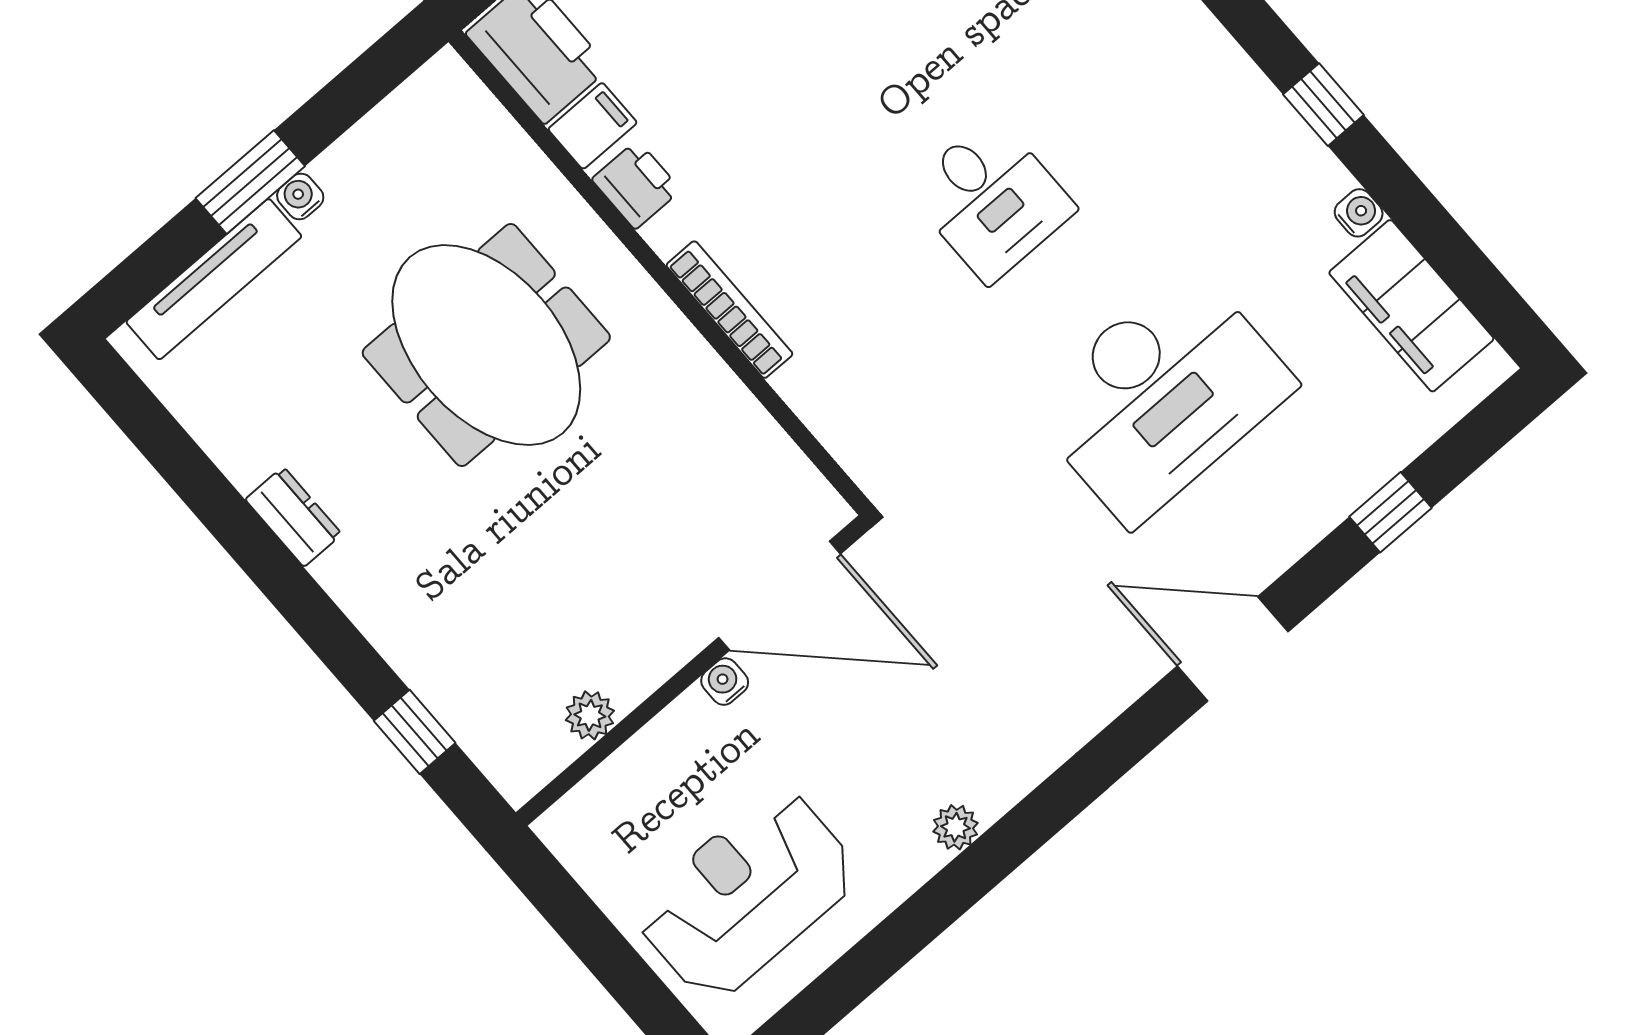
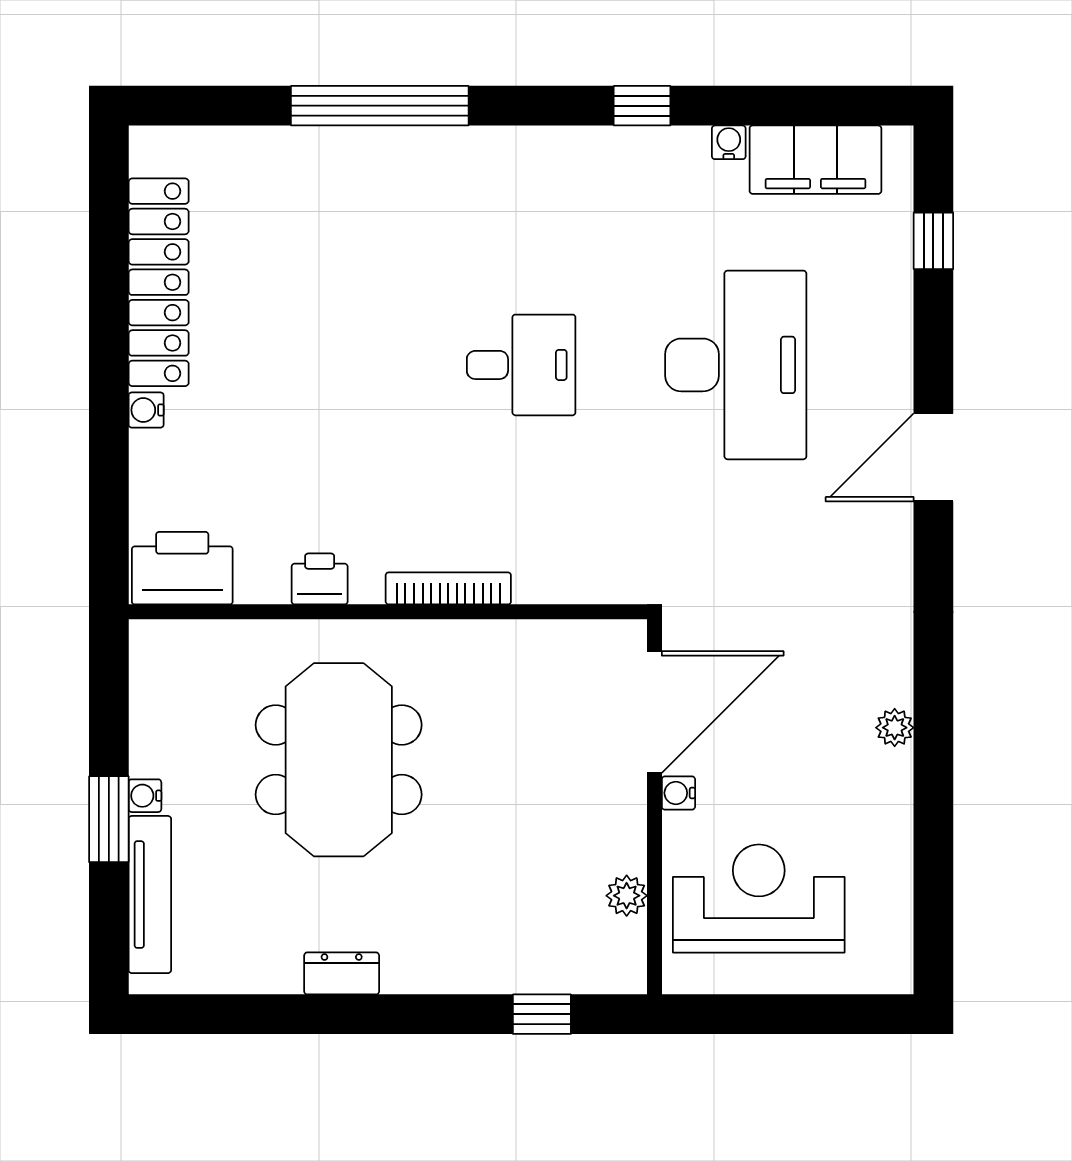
filing cabinet: (593, 126) -> (259, 574), removed
meeting table: (486, 345) -> (339, 760), turned 90
window: (1390, 512) -> (933, 241), moved
reception desk: (747, 894) -> (759, 899), moved, turned 90

